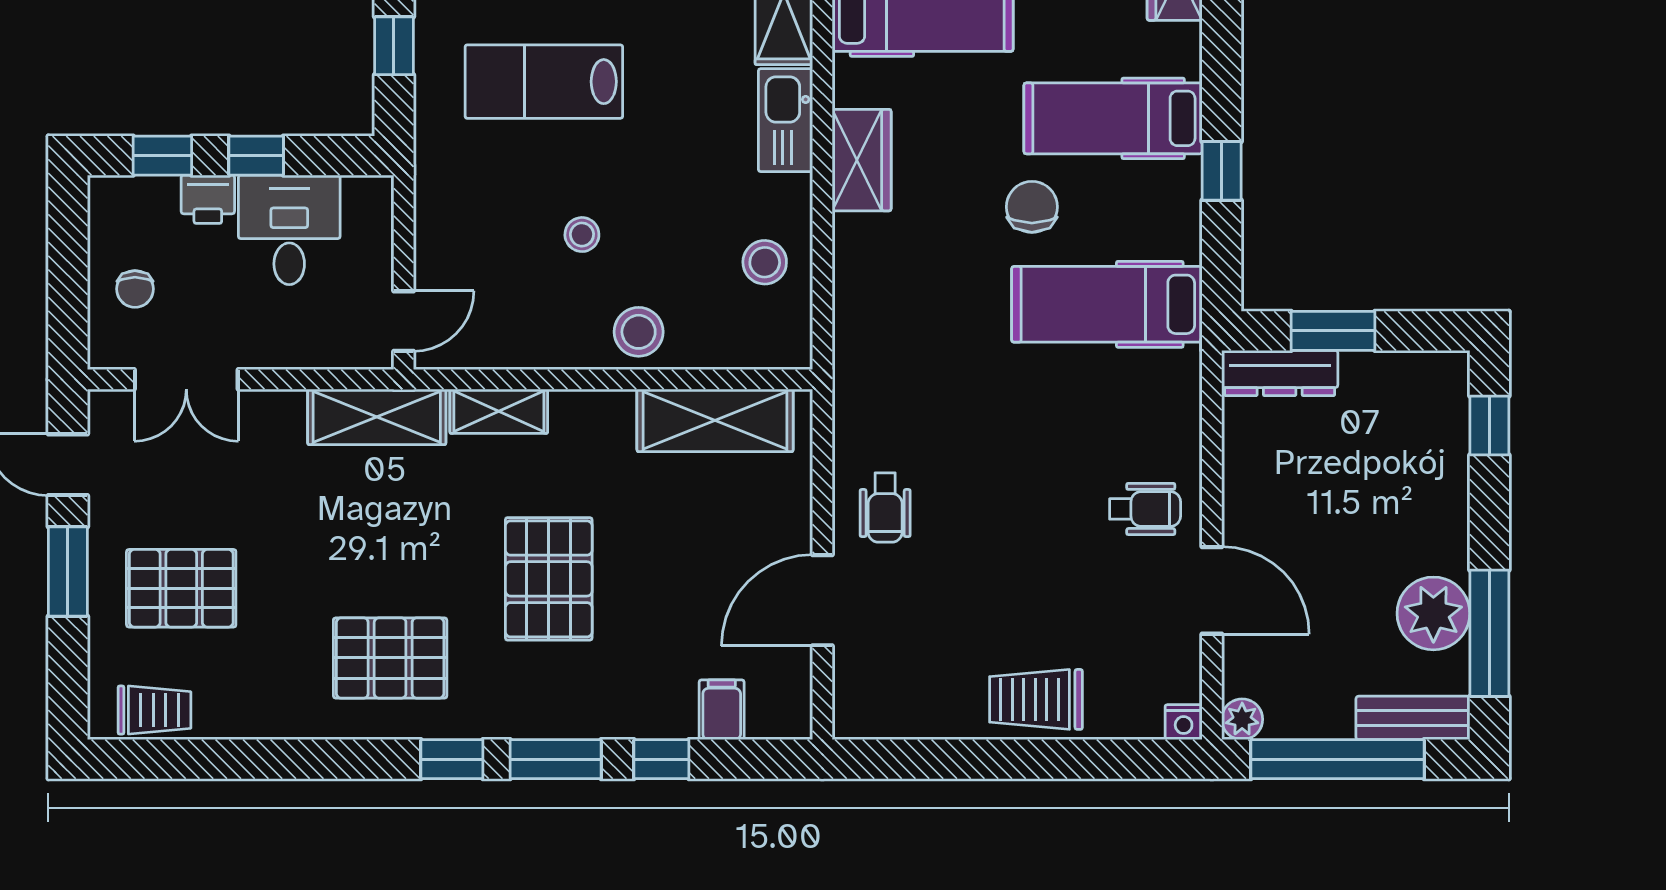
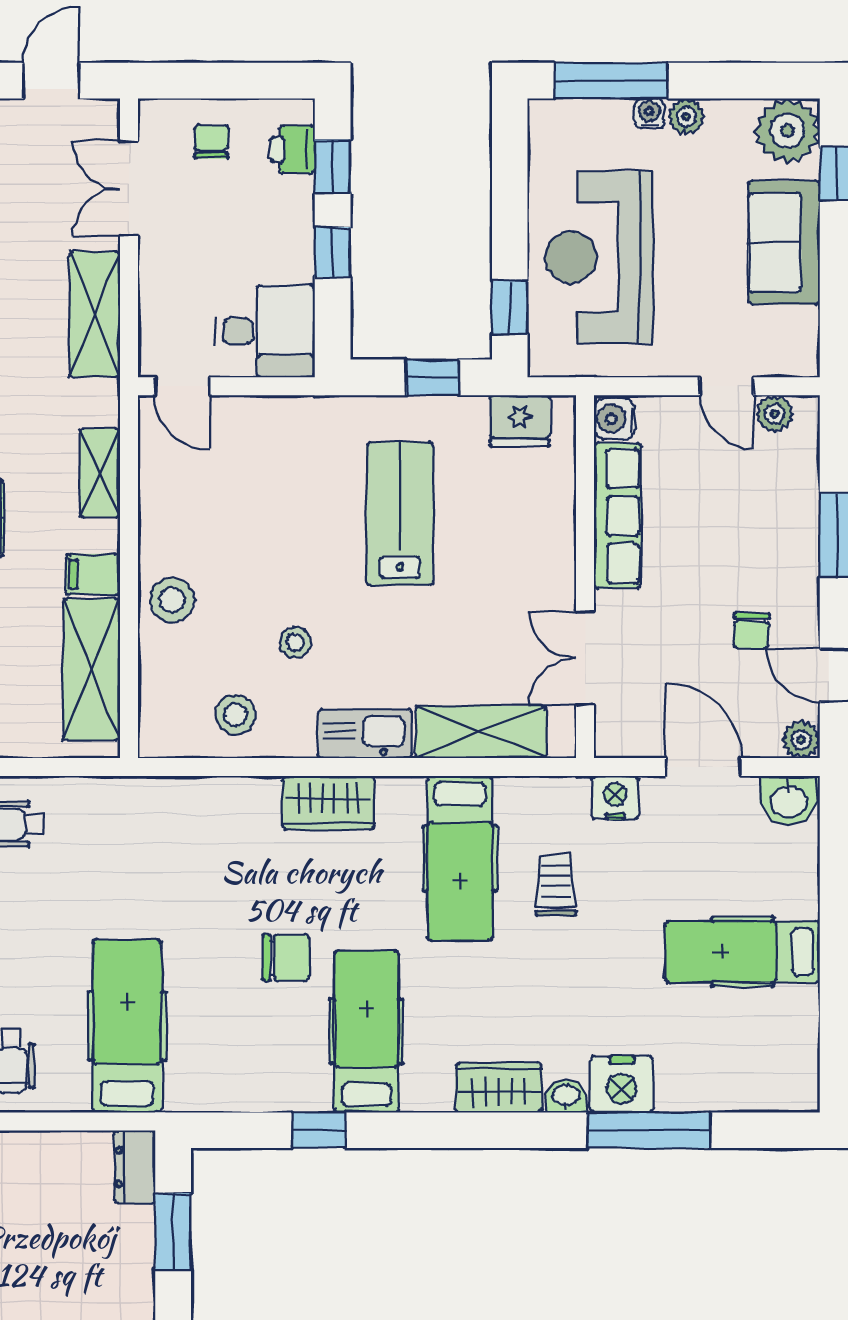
printer: (208, 199) -> (293, 149), moved
desk: (289, 230) -> (265, 331), moved
stool: (582, 235) -> (295, 642), moved
chair: (135, 289) -> (211, 142), turned 90
hospital bed: (1107, 304) -> (127, 1026), moved
dresser: (1280, 373) -> (135, 1167), width x0.70
shelving: (377, 417) -> (95, 314), moved
filing cabinet: (611, 419) -> (93, 574), added

